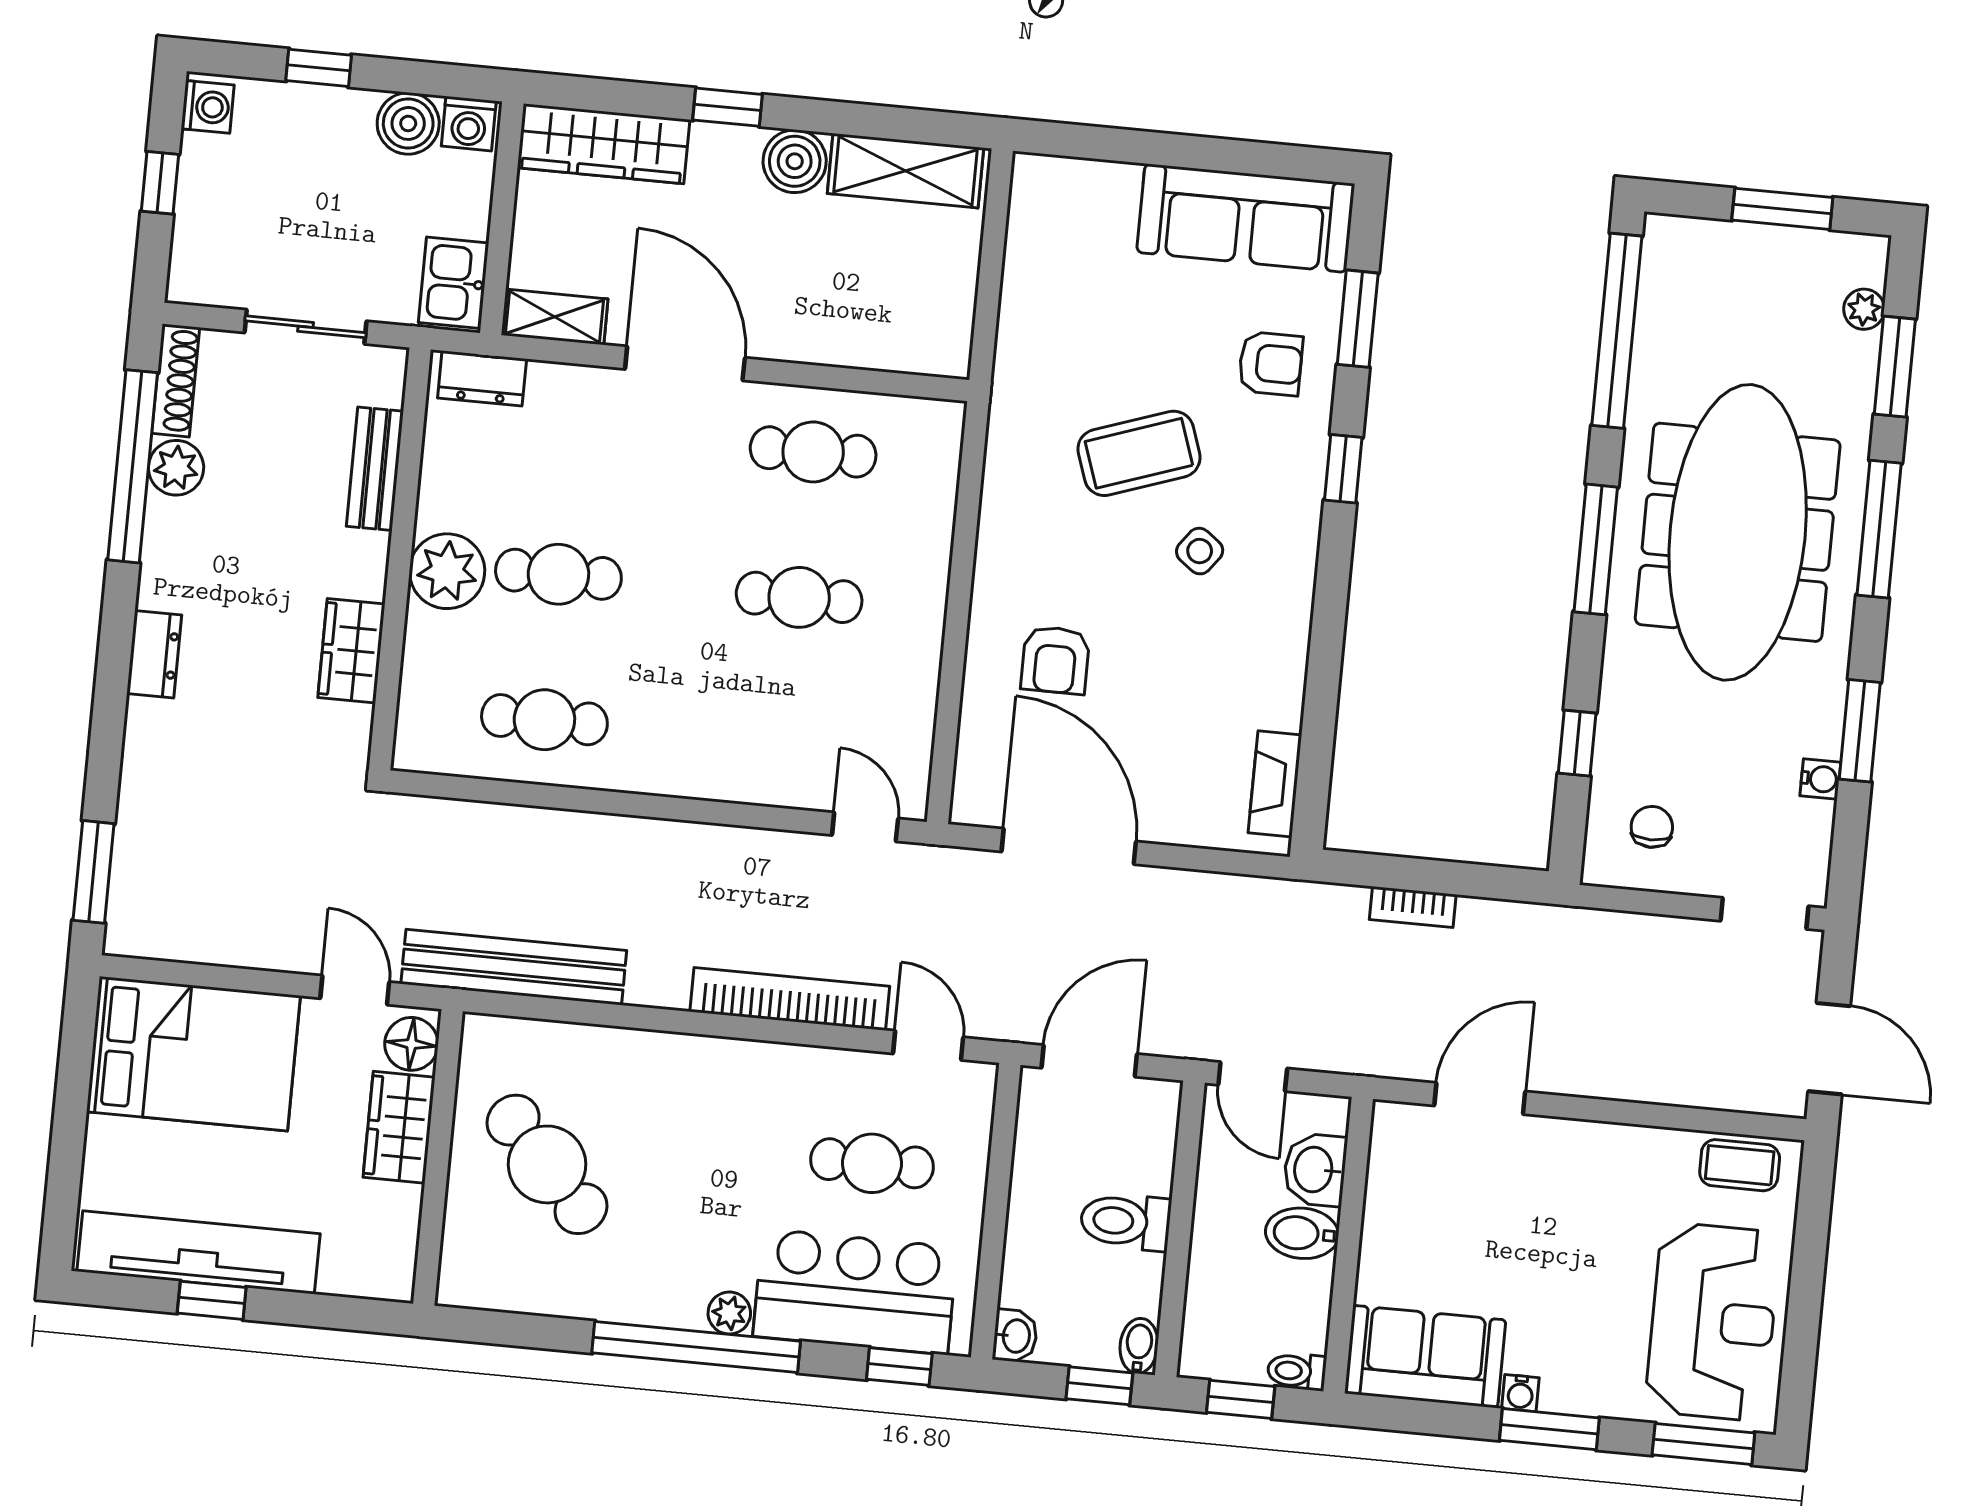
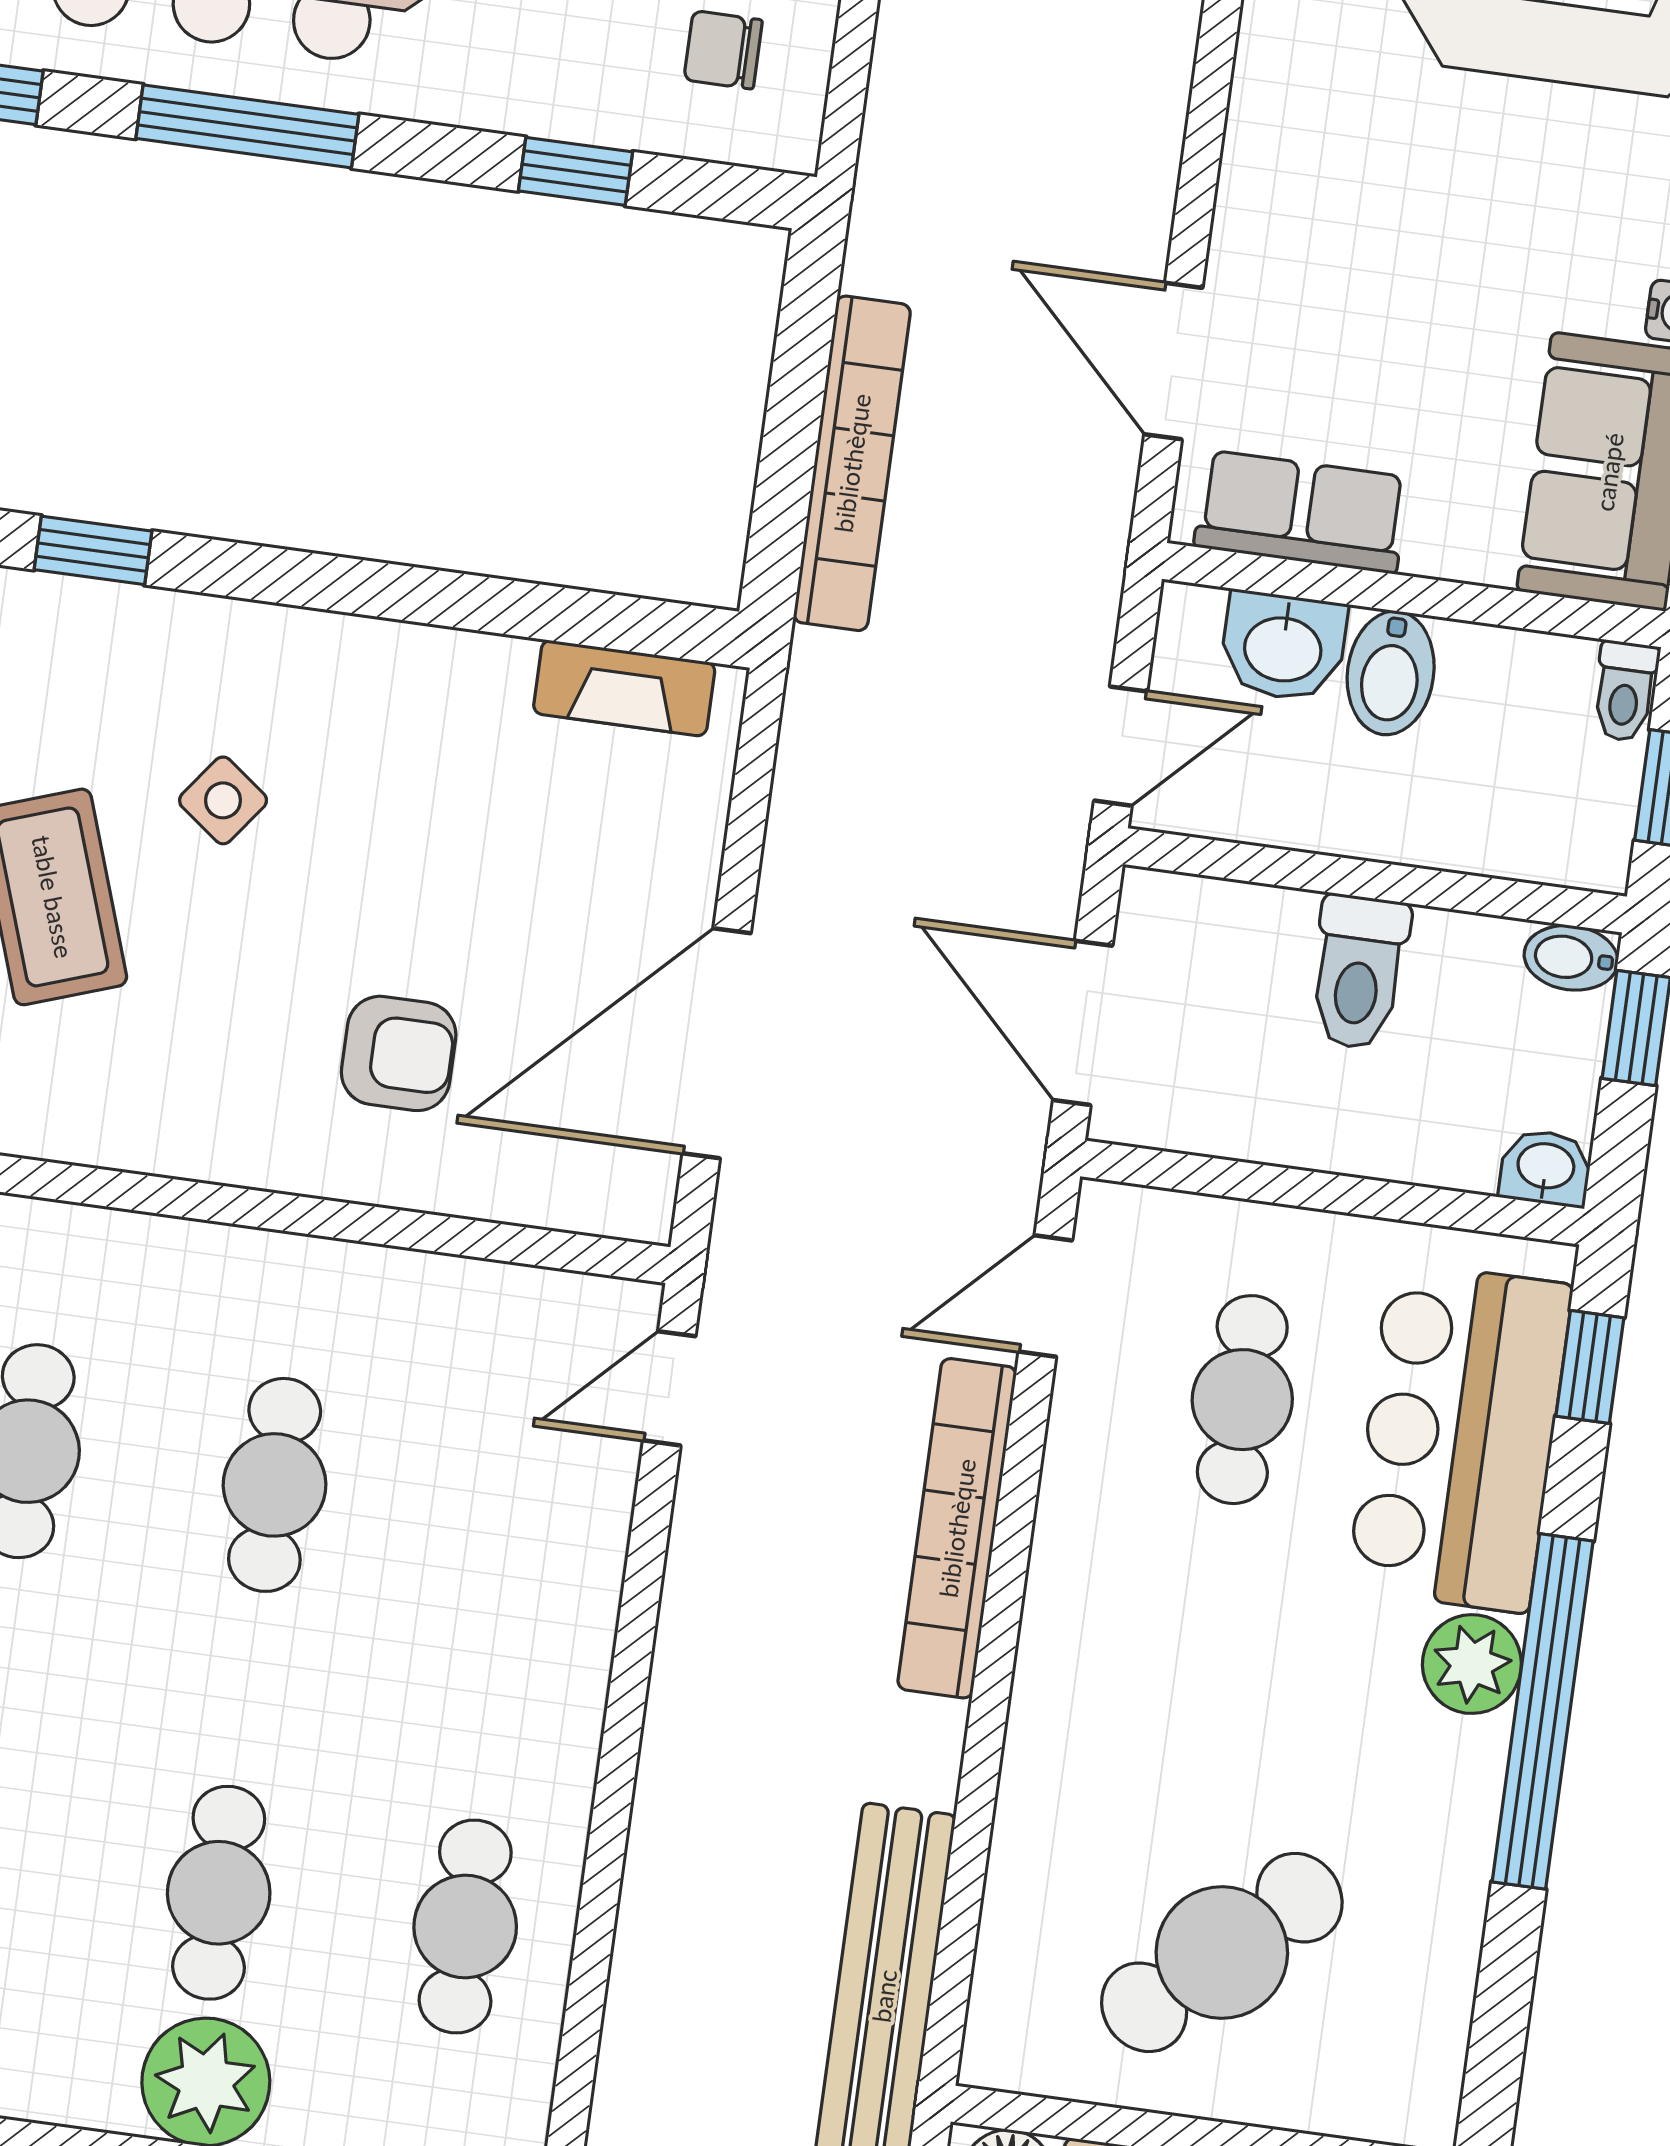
bookcase: (1413, 907) -> (852, 463), width x2.31, depth x1.31
row of seats: (1394, 1177) -> (1301, 512), added
plant: (729, 1313) -> (1472, 1664), width x1.38, depth x1.38

